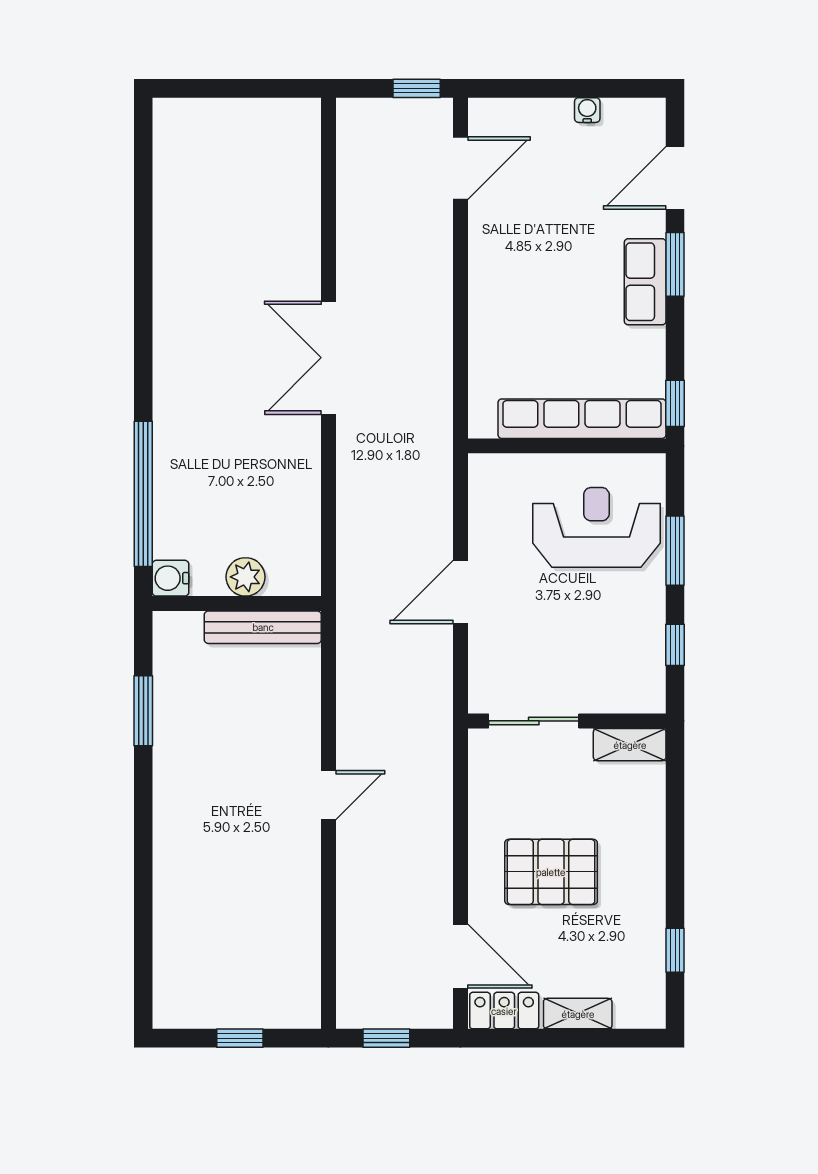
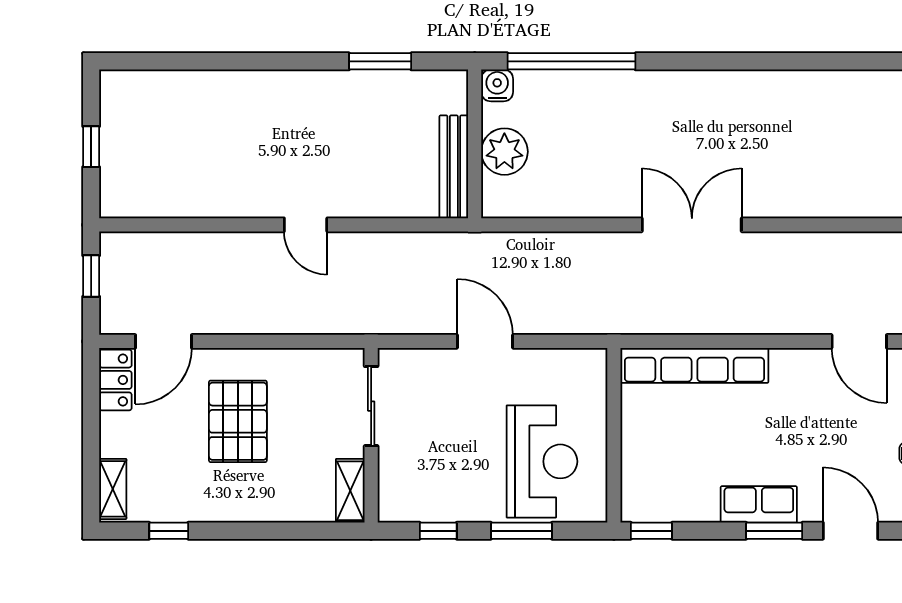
row of seats: (582, 419) -> (694, 365), moved, turned 90
plant: (246, 577) -> (504, 152), width x1.36, depth x1.36
shelving: (578, 1014) -> (113, 489), moved

